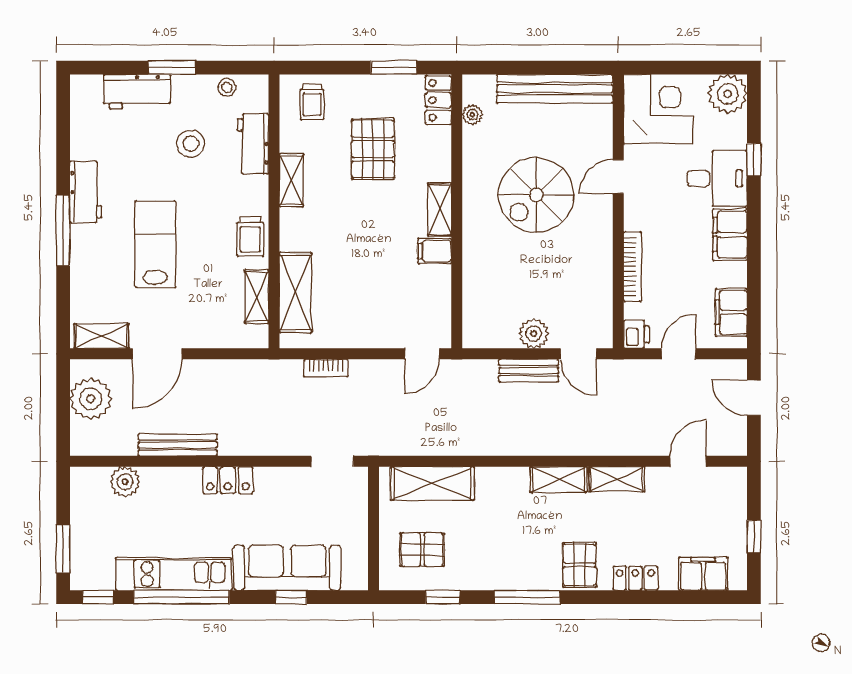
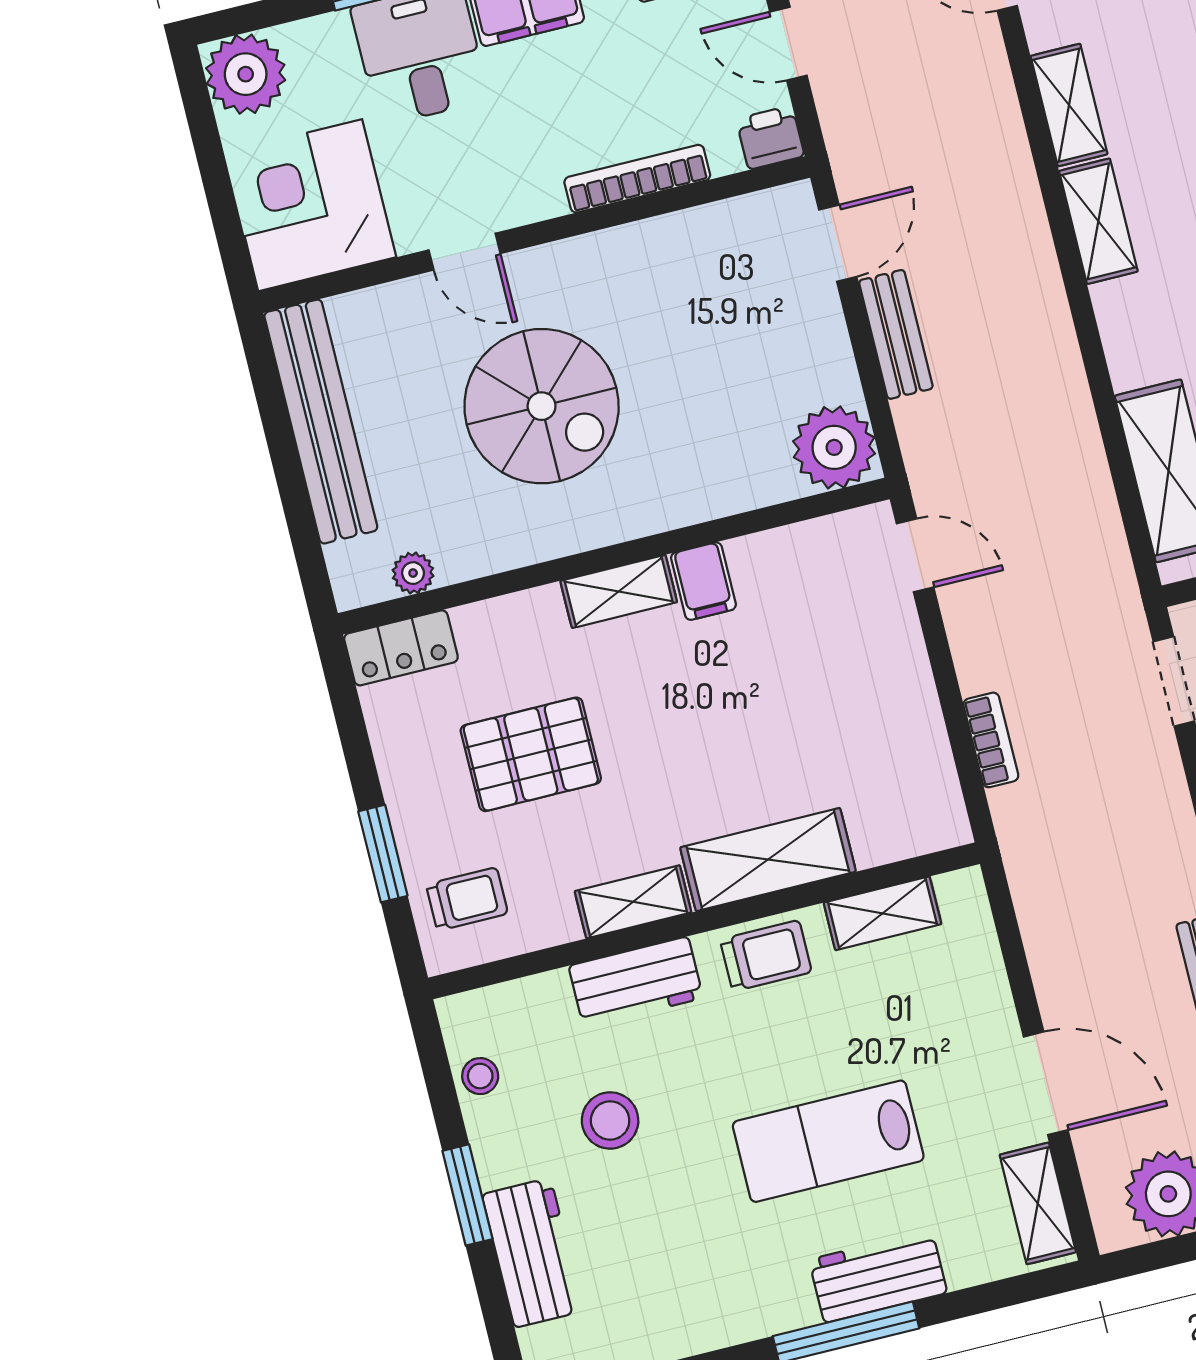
window: (394, 68) -> (383, 854), moved
workbench: (253, 144) -> (636, 982), moved
workbench: (86, 192) -> (878, 1276), moved
shelving: (296, 293) -> (768, 860), moved
plant: (534, 334) -> (834, 447), moved, width x1.36, depth x1.36

